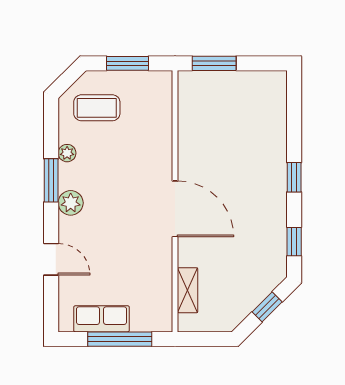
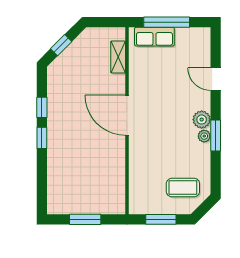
window: (214, 63) -> (85, 219), moved
plant: (67, 153) -> (204, 136), moved
window: (294, 242) -> (42, 107), moved
row of seats: (102, 319) -> (154, 37), moved

